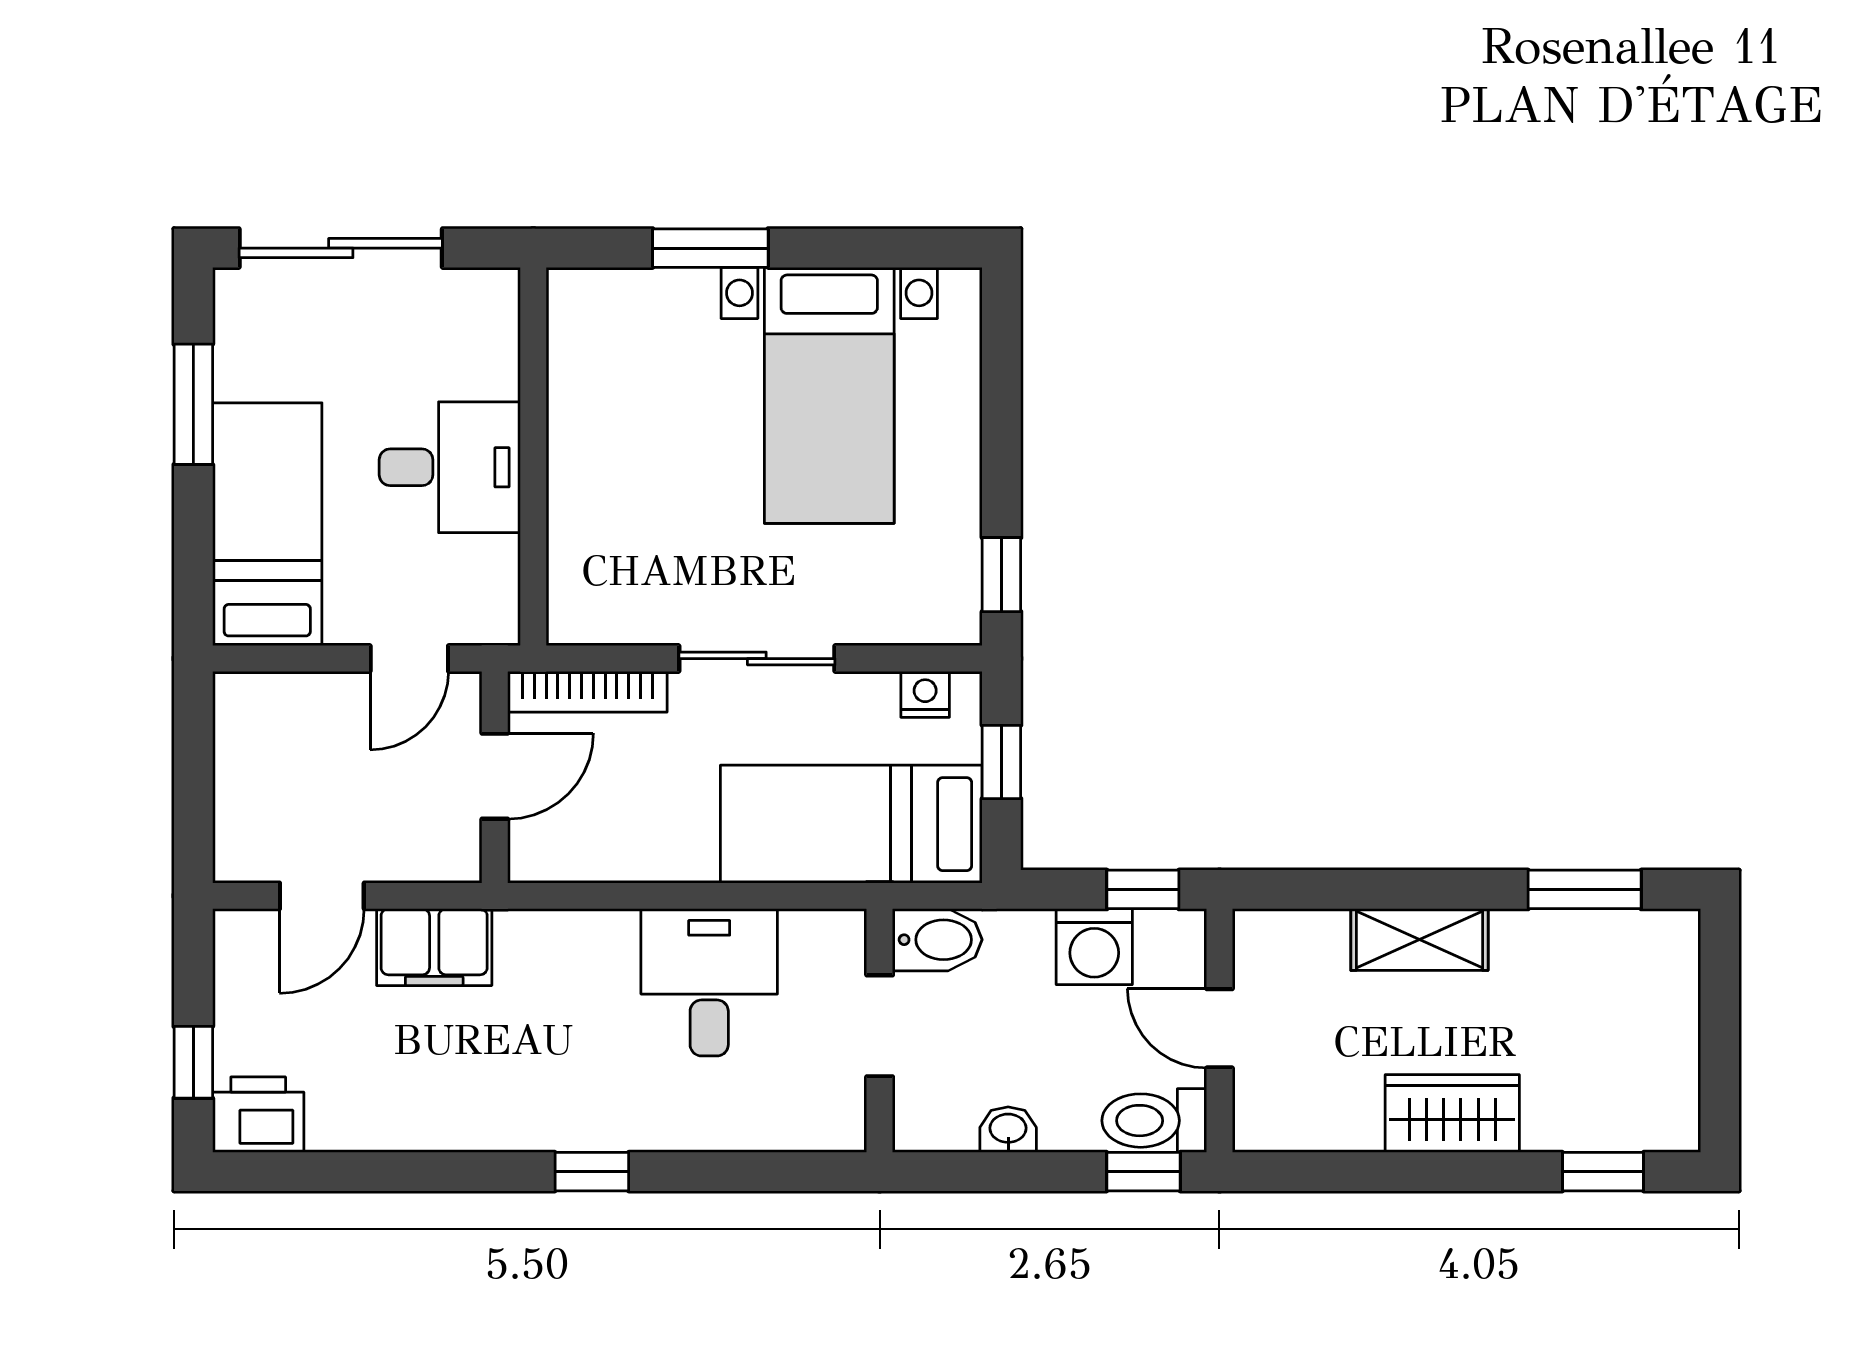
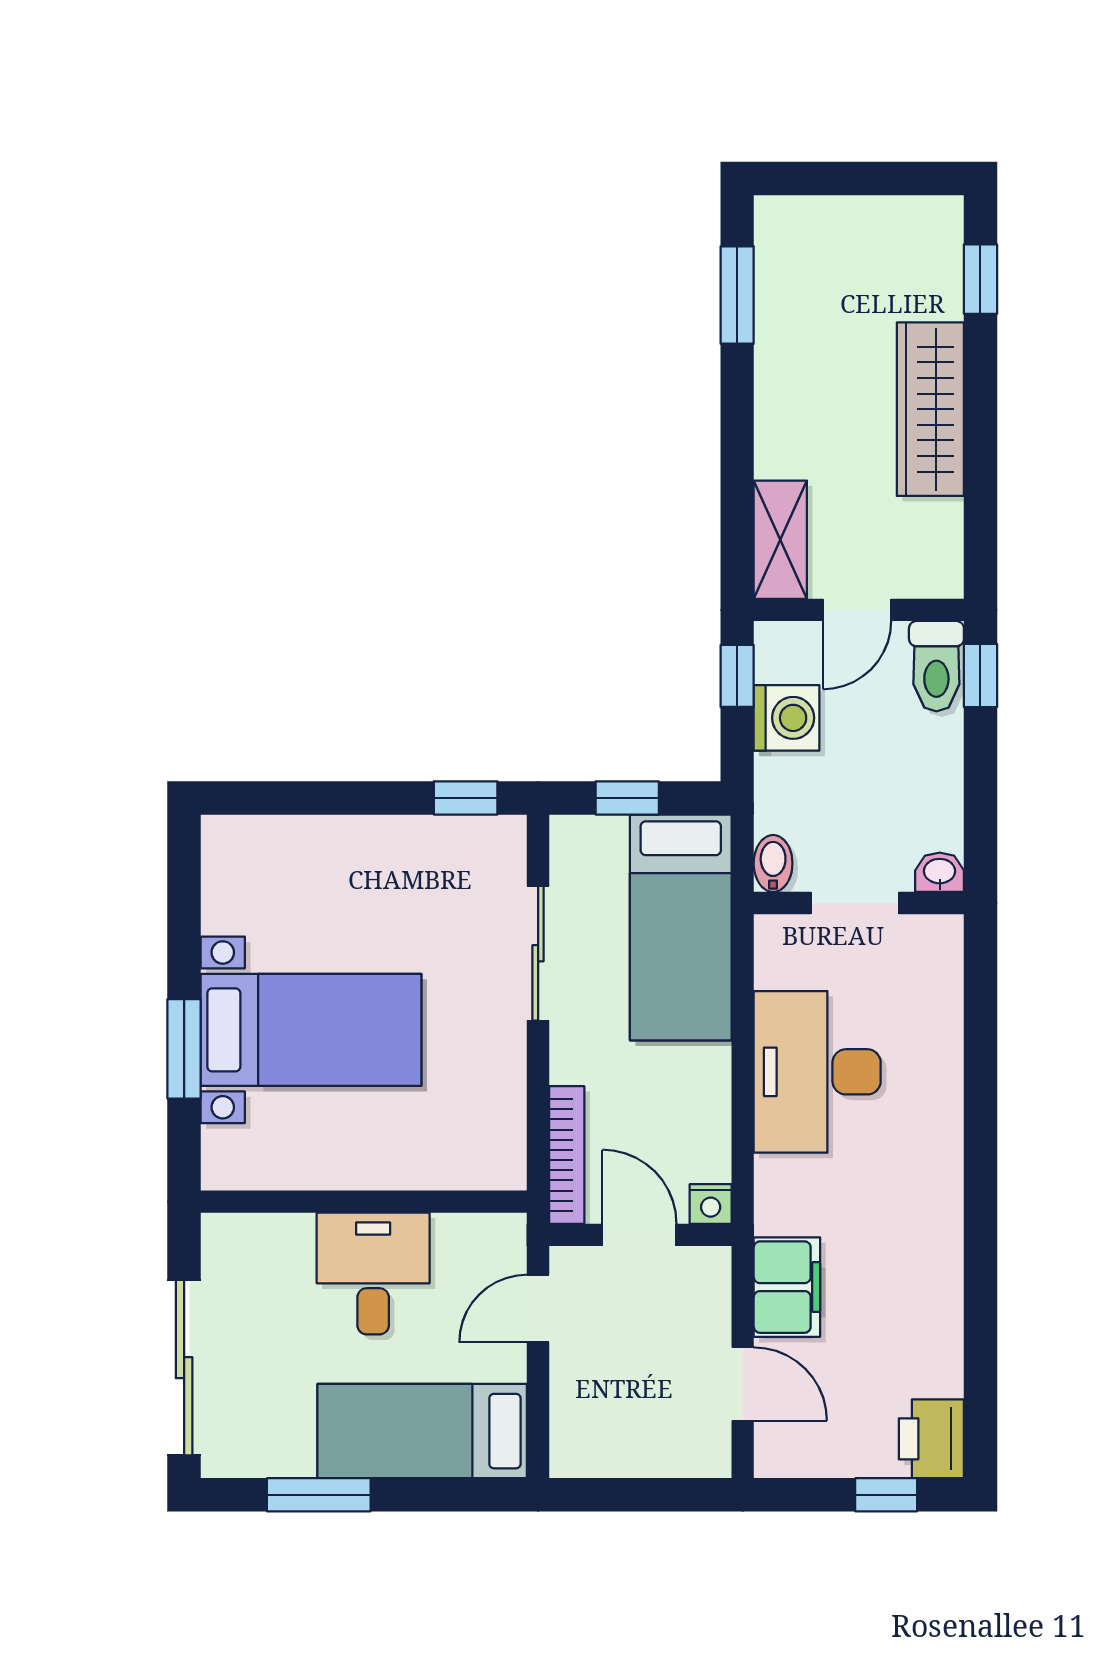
bed with nightstands: (829, 395) -> (311, 1030), moved
door: (409, 659) -> (538, 1309), swing flipped
sliding door: (757, 659) -> (538, 953), moved
nightstand: (925, 694) -> (711, 1204), moved, turned -90
bidet: (937, 940) -> (773, 863), width x0.72, depth x0.74
shelving: (1419, 940) -> (780, 540), moved
desk: (709, 982) -> (817, 1072), width x1.37
wardrobe: (1452, 1113) -> (930, 409), width x1.50
washbasin: (1008, 1130) -> (940, 872), moved, turned 90
window: (592, 1172) -> (980, 1151), removed

